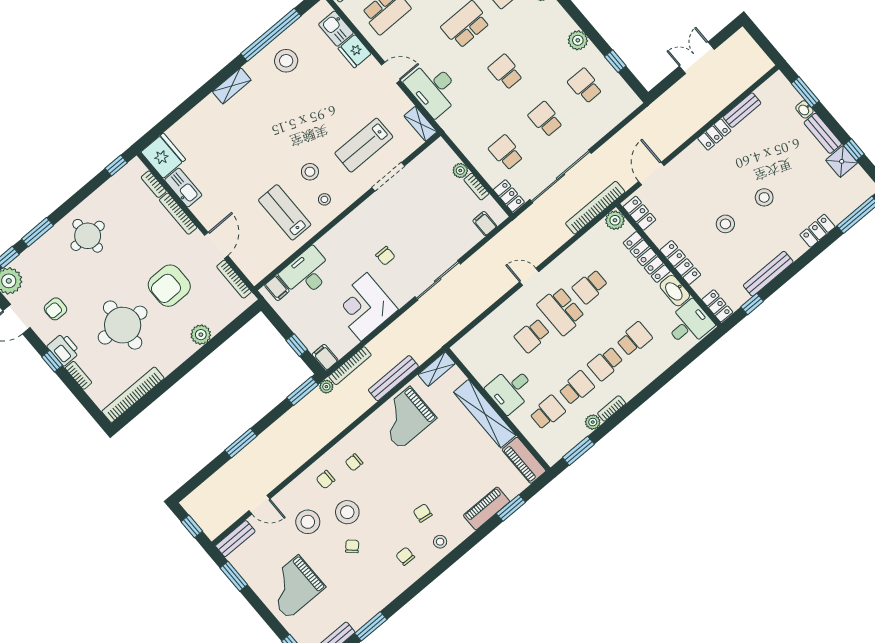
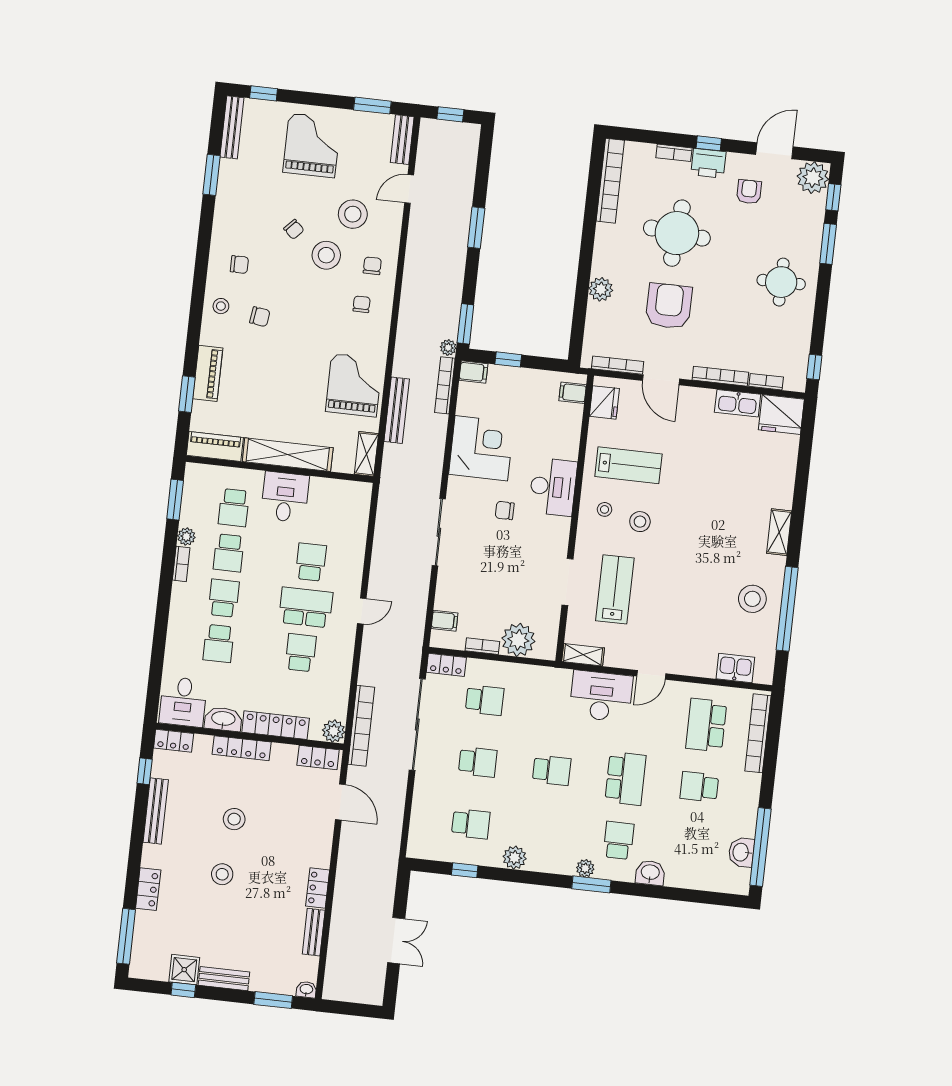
fridge: (355, 51) -> (604, 402), moved, turned 90
washbasin: (804, 109) -> (306, 990), moved
plant: (460, 171) -> (518, 640), width x1.88, depth x1.88
desk: (307, 273) -> (553, 487), moved

